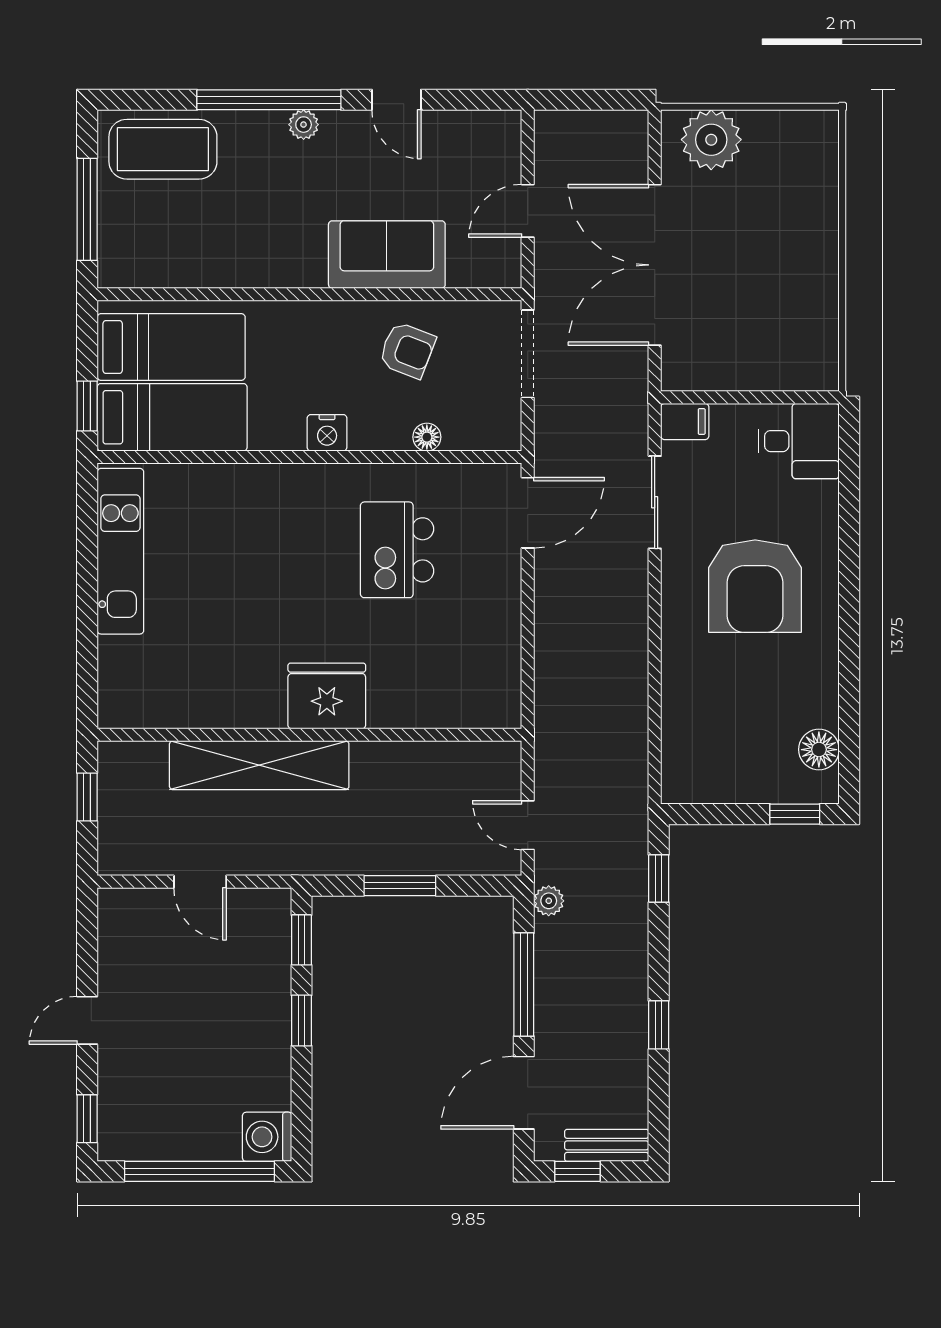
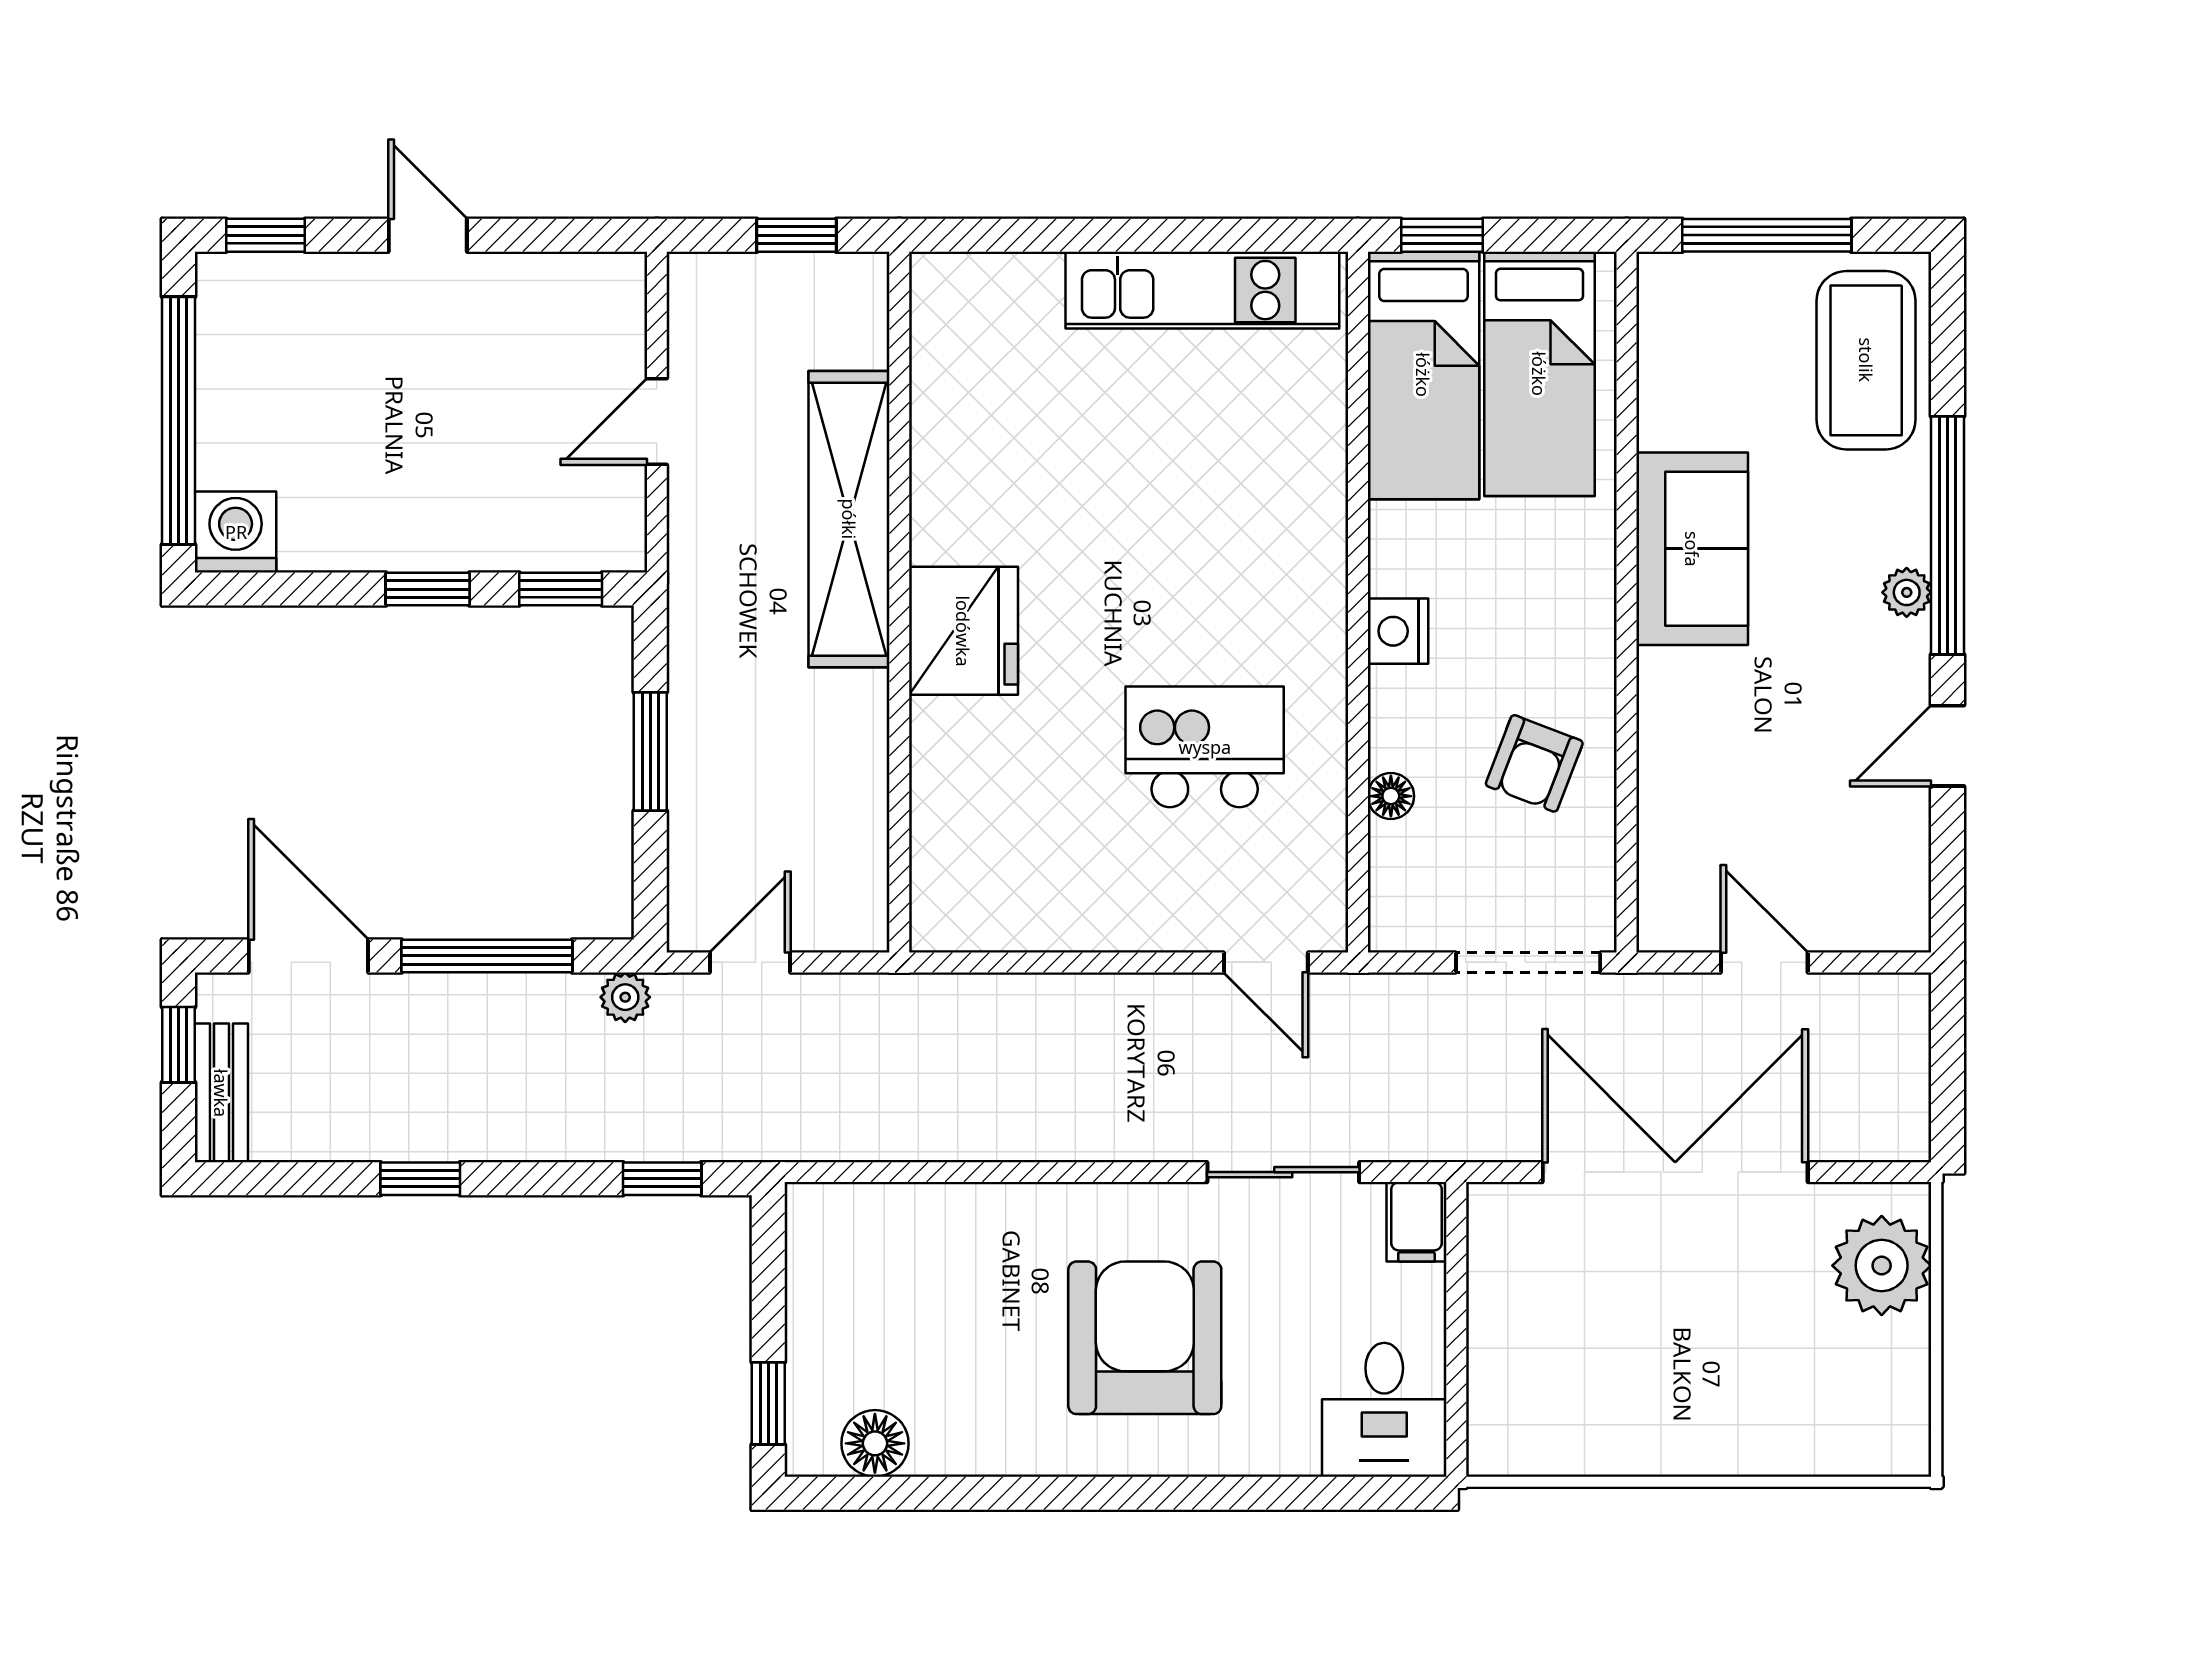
sofa: (387, 255) -> (1692, 549), moved
door: (528, 513) -> (1266, 962), width x0.73
armchair: (755, 586) -> (1145, 1338), turned 90

